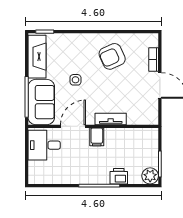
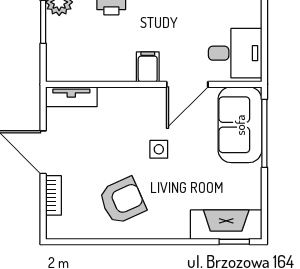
fireplace: (37, 57) -> (226, 225), moved, turned 90
side table: (75, 80) -> (159, 149), moved
tv unit: (111, 119) -> (71, 97), moved

